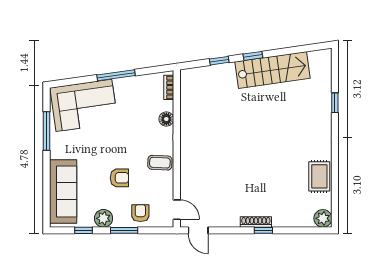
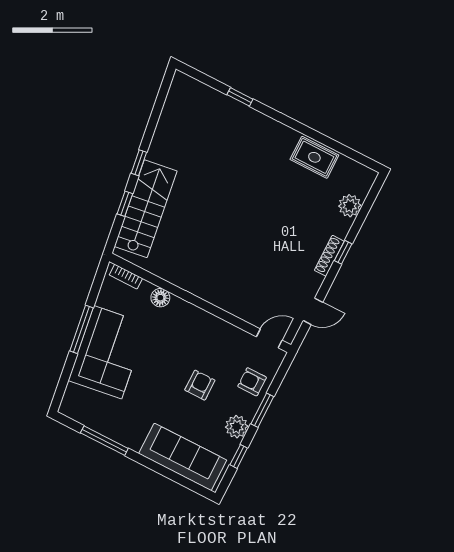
stairs: (273, 70) -> (146, 209), moved
corner sofa: (84, 105) -> (108, 352), moved
coffee table: (160, 163) -> (206, 330), removed
plant: (323, 218) -> (350, 206), moved
door: (198, 230) -> (313, 311), moved

